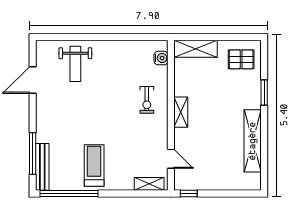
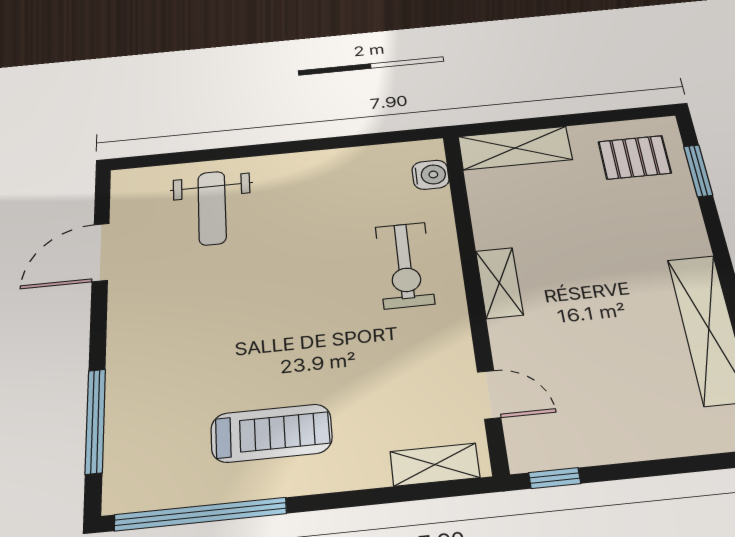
window: (264, 93) -> (698, 171), moved
exercise bike: (147, 100) -> (405, 265), width x1.38, depth x1.39
treadmill: (94, 165) -> (271, 433), turned 90
bench: (42, 167) -> (122, 452), removed

